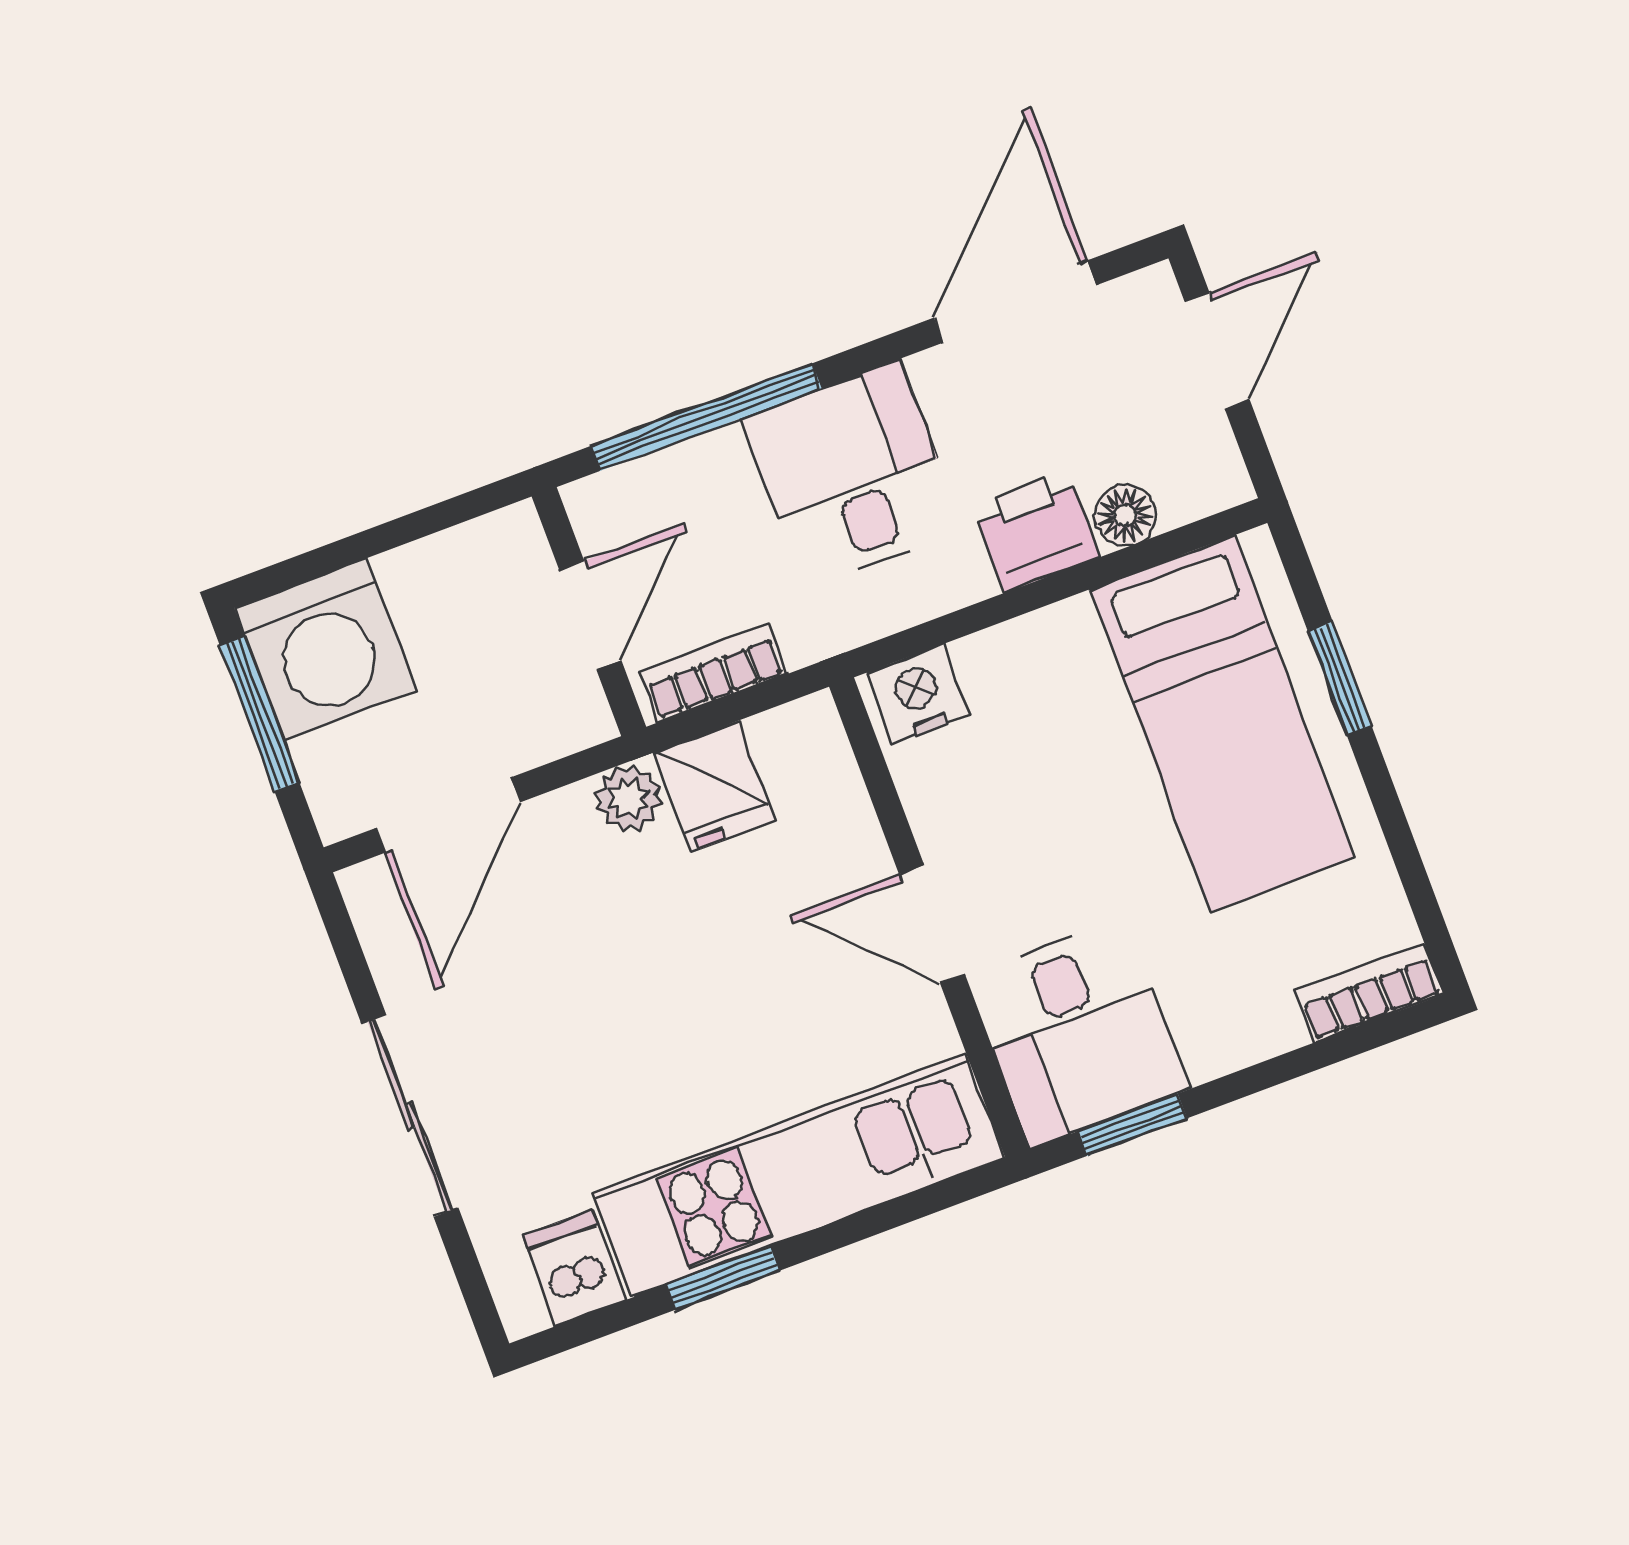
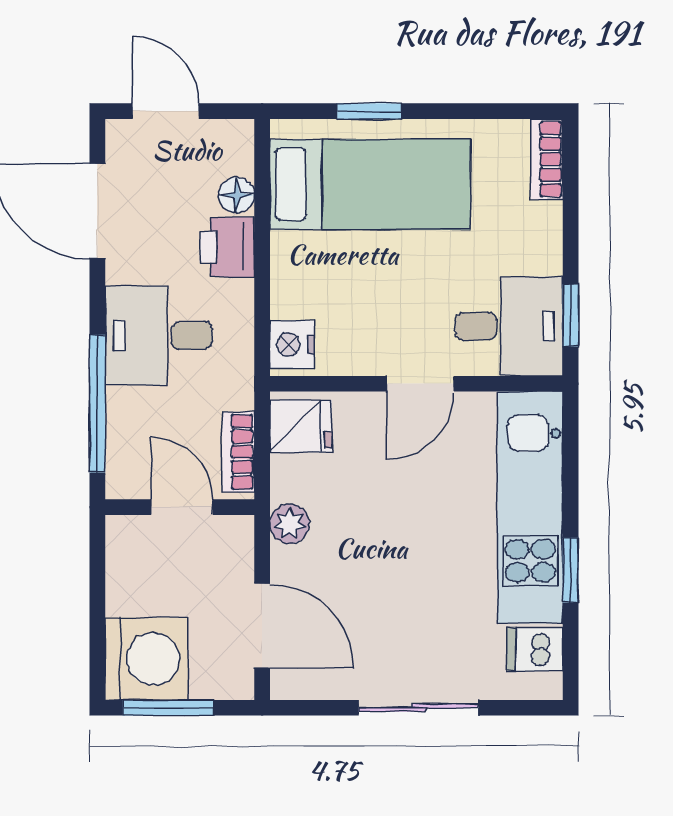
fridge: (715, 786) -> (301, 426), moved

